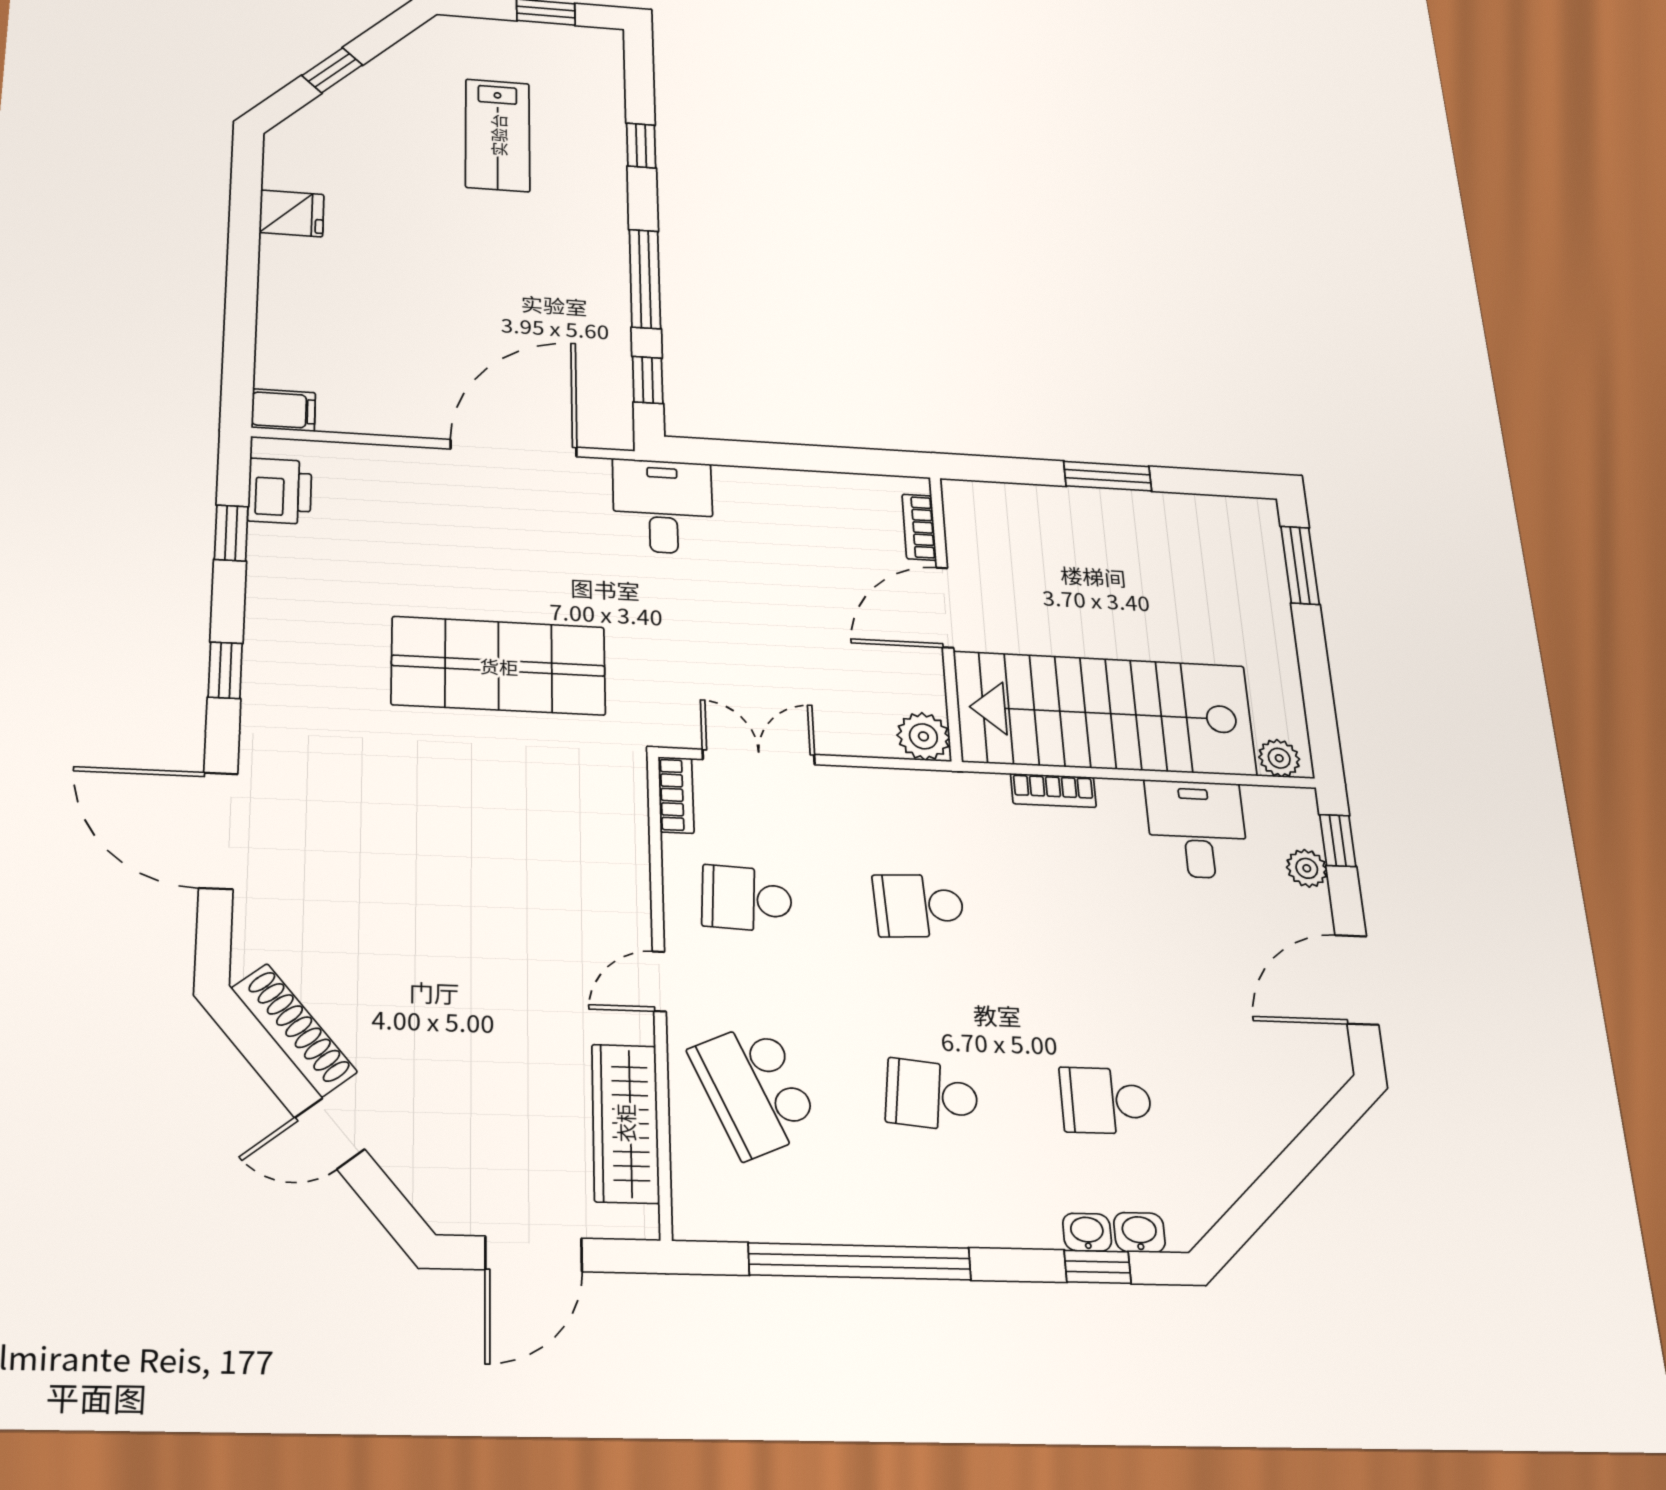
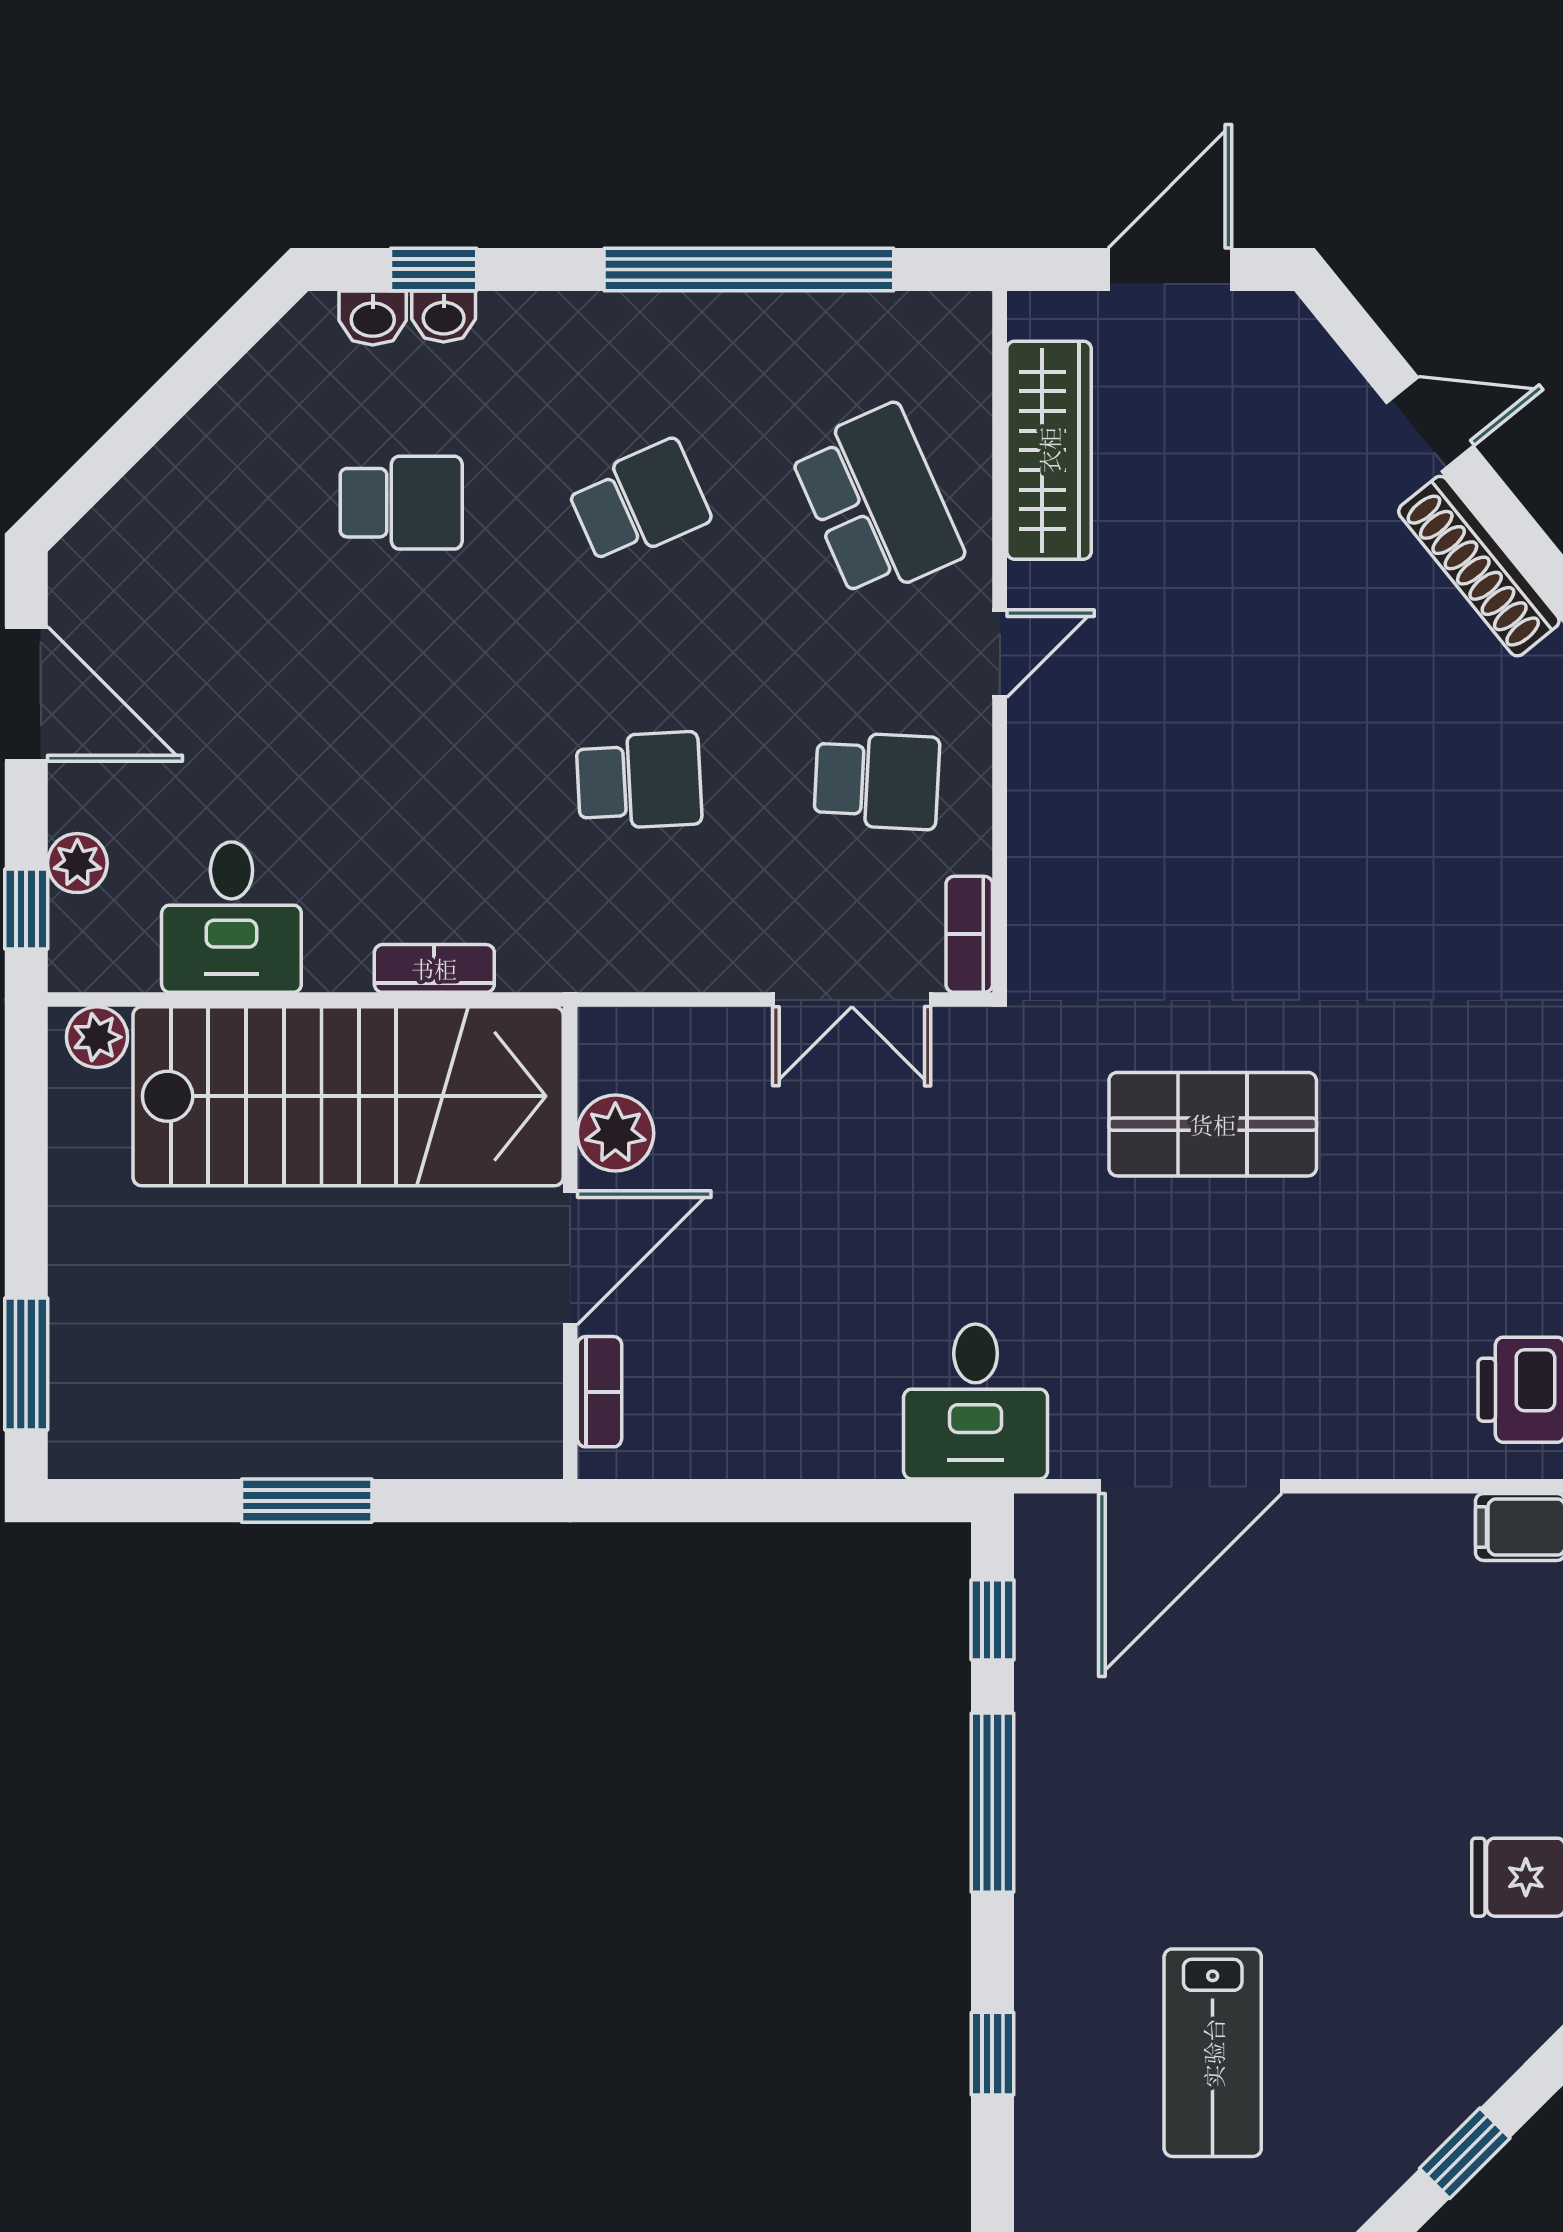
lab bench: (498, 135) -> (1213, 2053), turned 180
shop shelf: (499, 666) -> (1213, 1124), width x0.70, depth x0.74
plant: (923, 736) -> (615, 1133), moved
door: (1357, 980) -> (26, 694), hinge flipped
school desk: (932, 1095) -> (639, 503), turned -30

